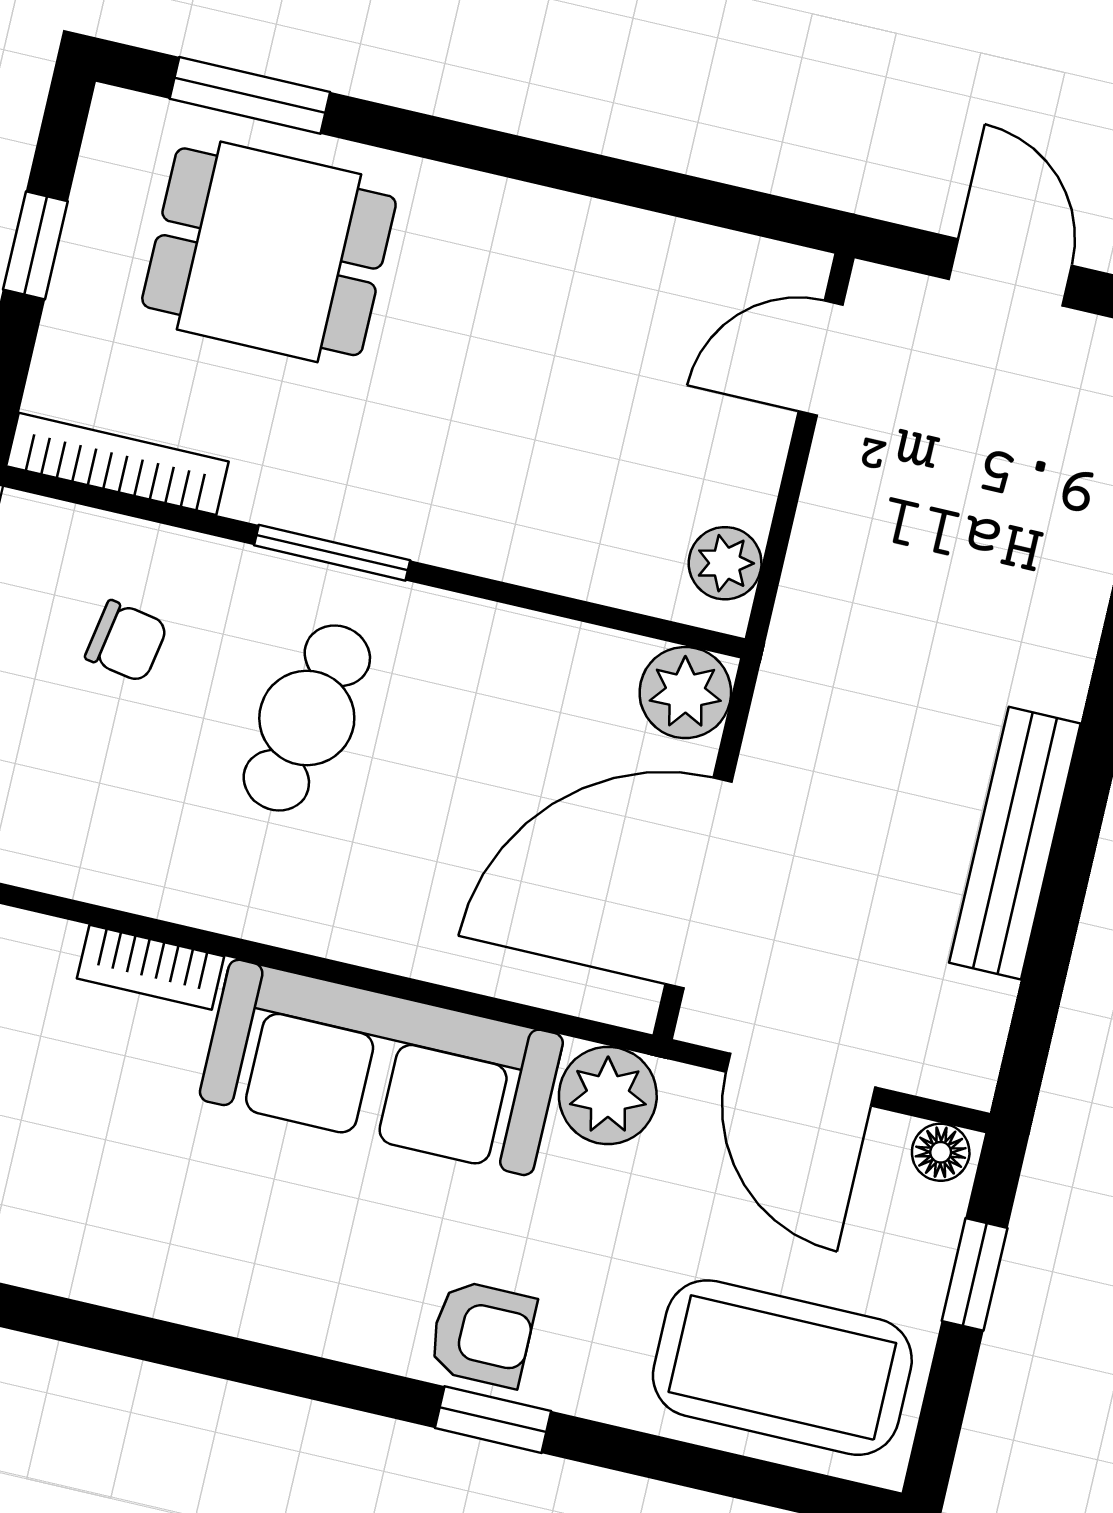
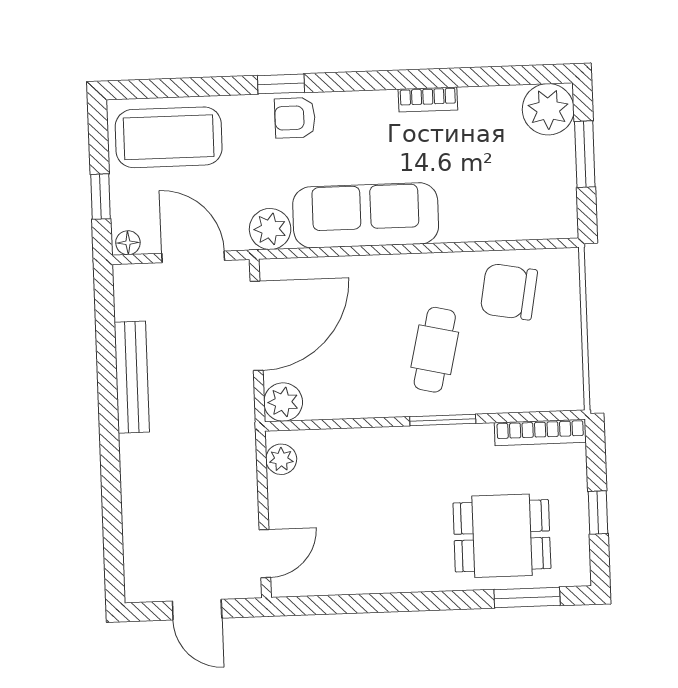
chair: (126, 641) -> (509, 292), moved, width x1.87, depth x1.87
bookcase: (151, 967) -> (428, 99), moved, turned 180

